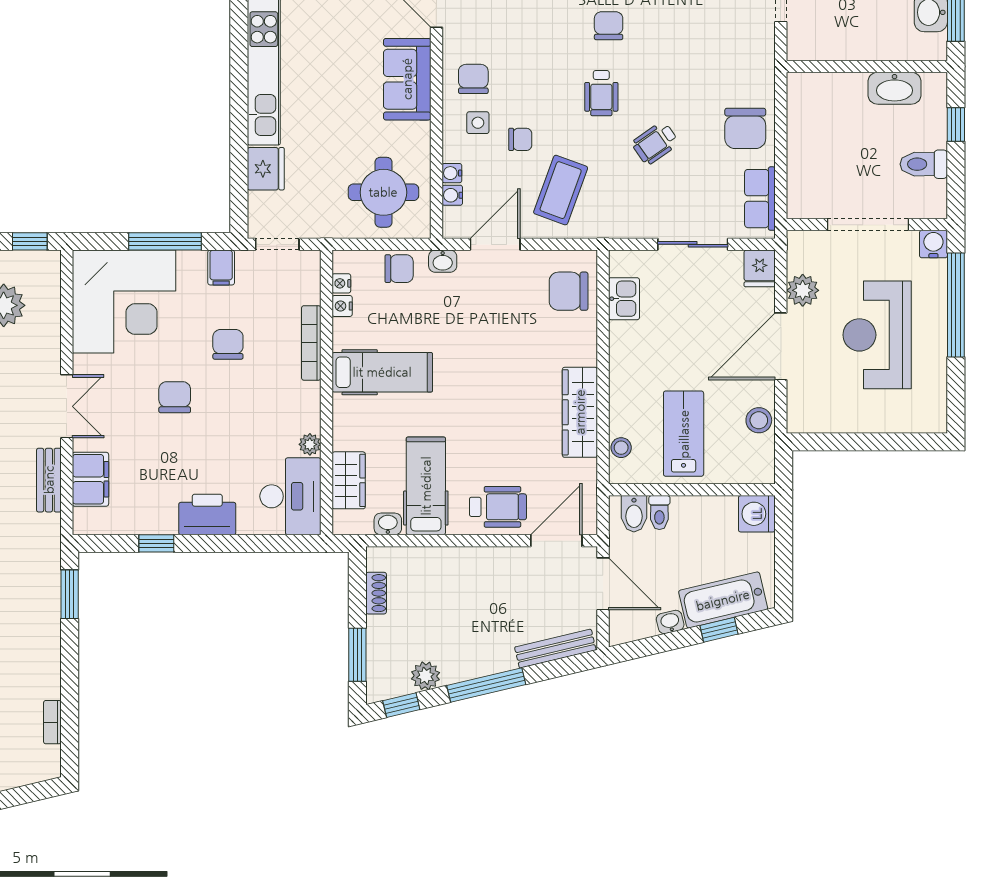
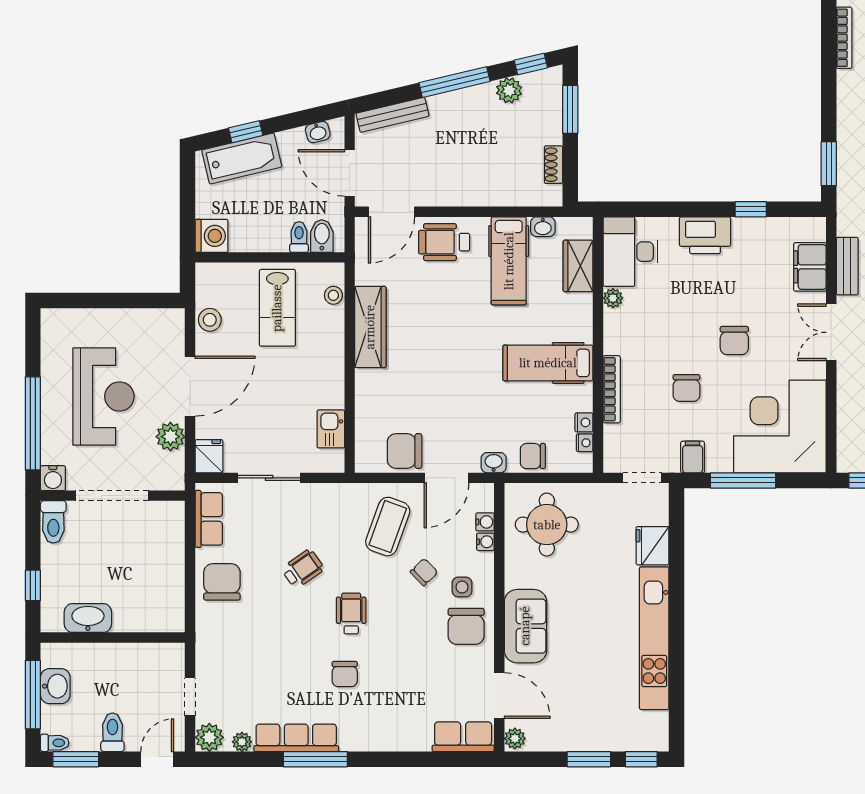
chair: (473, 79) -> (466, 626), width x1.37, depth x1.37
chair: (520, 139) -> (424, 572), turned 136
toilet: (924, 164) -> (53, 522), moved, turned 90
chair: (569, 291) -> (405, 451), moved, turned 180
washbasin: (670, 622) -> (318, 132), moved
bookcase: (52, 722) -> (844, 38), width x1.56

